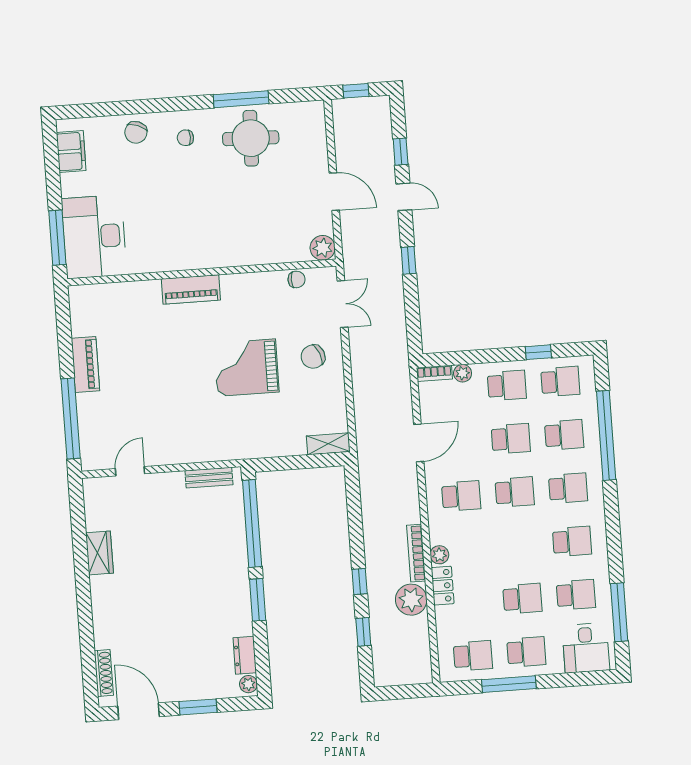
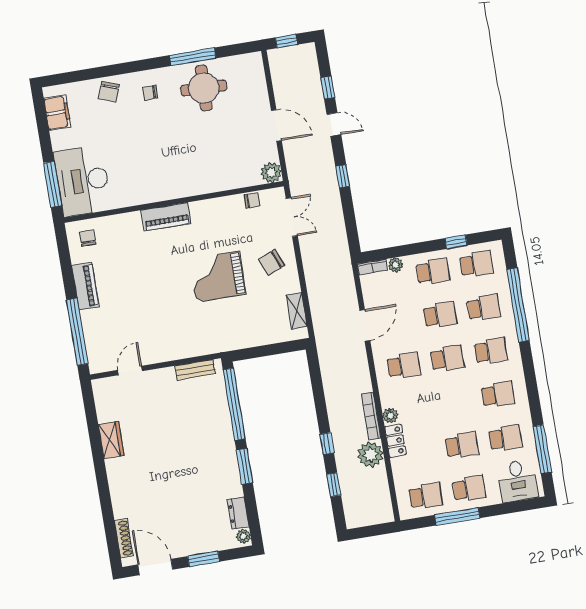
chair: (94, 306) -> (88, 238), added
shelving: (328, 444) -> (297, 311), moved, turned 90

